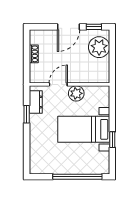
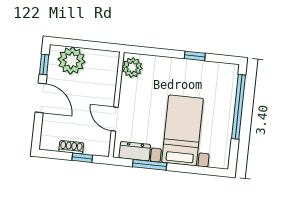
window: (27, 63) -> (82, 158), added
plant: (76, 93) -> (132, 67), moved
window: (27, 114) -> (150, 165), width x1.50
bed with nightstands: (84, 129) -> (183, 130), moved, turned 180

